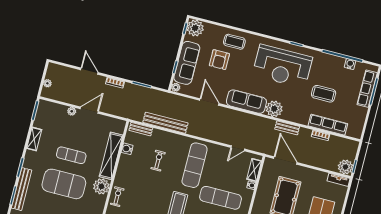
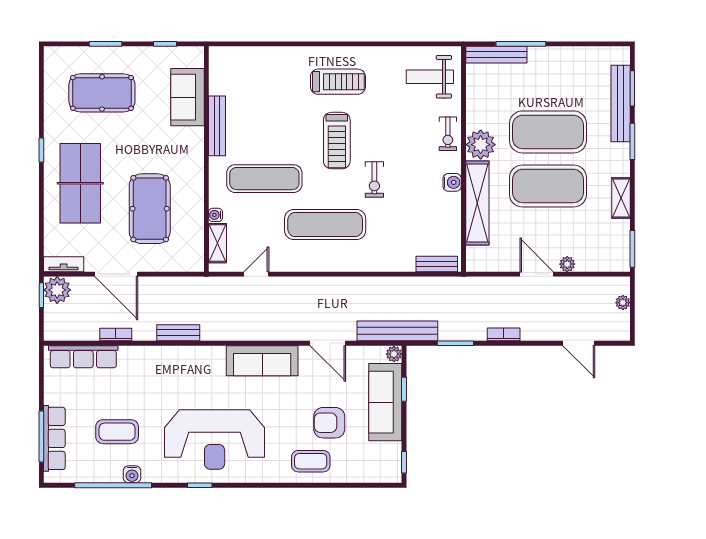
plant: (195, 28) -> (386, 468), removed
armchair: (219, 60) -> (329, 423), turned -90
water cooler: (350, 64) -> (132, 474), moved
reception desk: (282, 66) -> (215, 440), turned 180
door: (89, 71) -> (579, 343), moved
coffee table: (324, 94) -> (117, 432), moved
plant: (274, 109) -> (210, 361), removed
door: (89, 110) -> (537, 274), swing flipped
bench: (165, 123) -> (397, 331), moved
row of seats: (328, 125) -> (83, 357), moved
water cooler: (127, 149) -> (452, 182), moved
exercise mat: (71, 155) -> (548, 186), width x2.00, depth x1.45
door: (285, 160) -> (116, 274), moved
exercise bike: (158, 161) -> (374, 180), moved
exercise mat: (195, 165) -> (325, 224), turned 90

